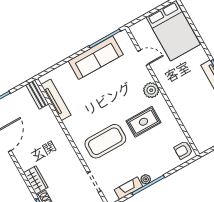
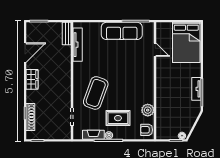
plant: (151, 90) -> (148, 110), moved
rug: (143, 122) -> (118, 118), moved
coffee table: (105, 141) -> (96, 93), turned -70
wardrobe: (36, 180) -> (32, 79), moved

